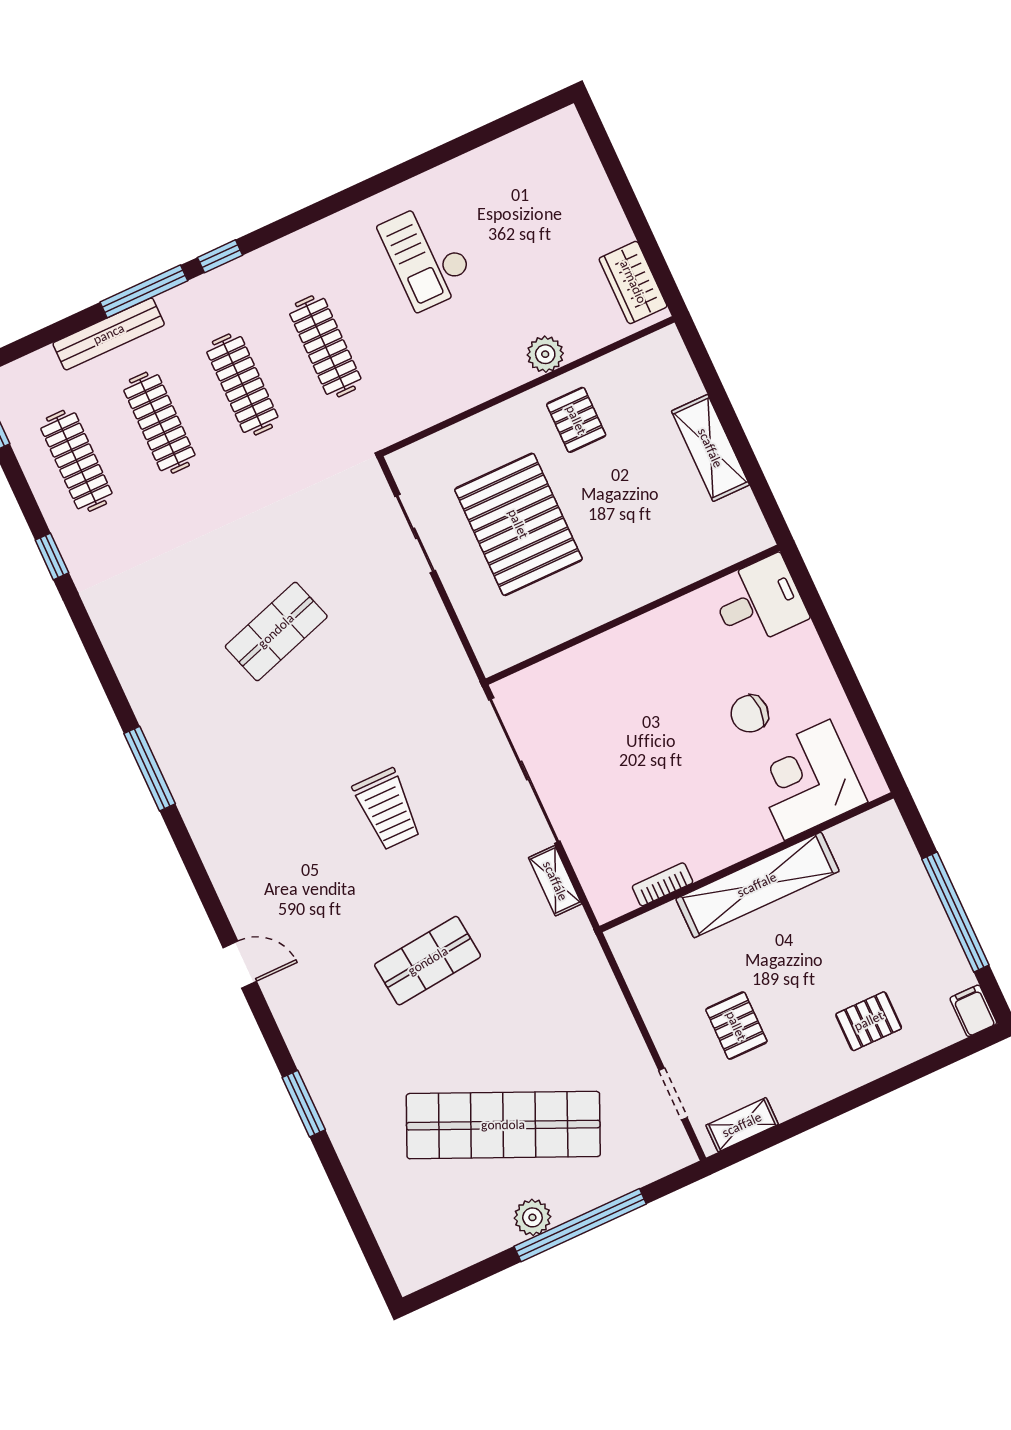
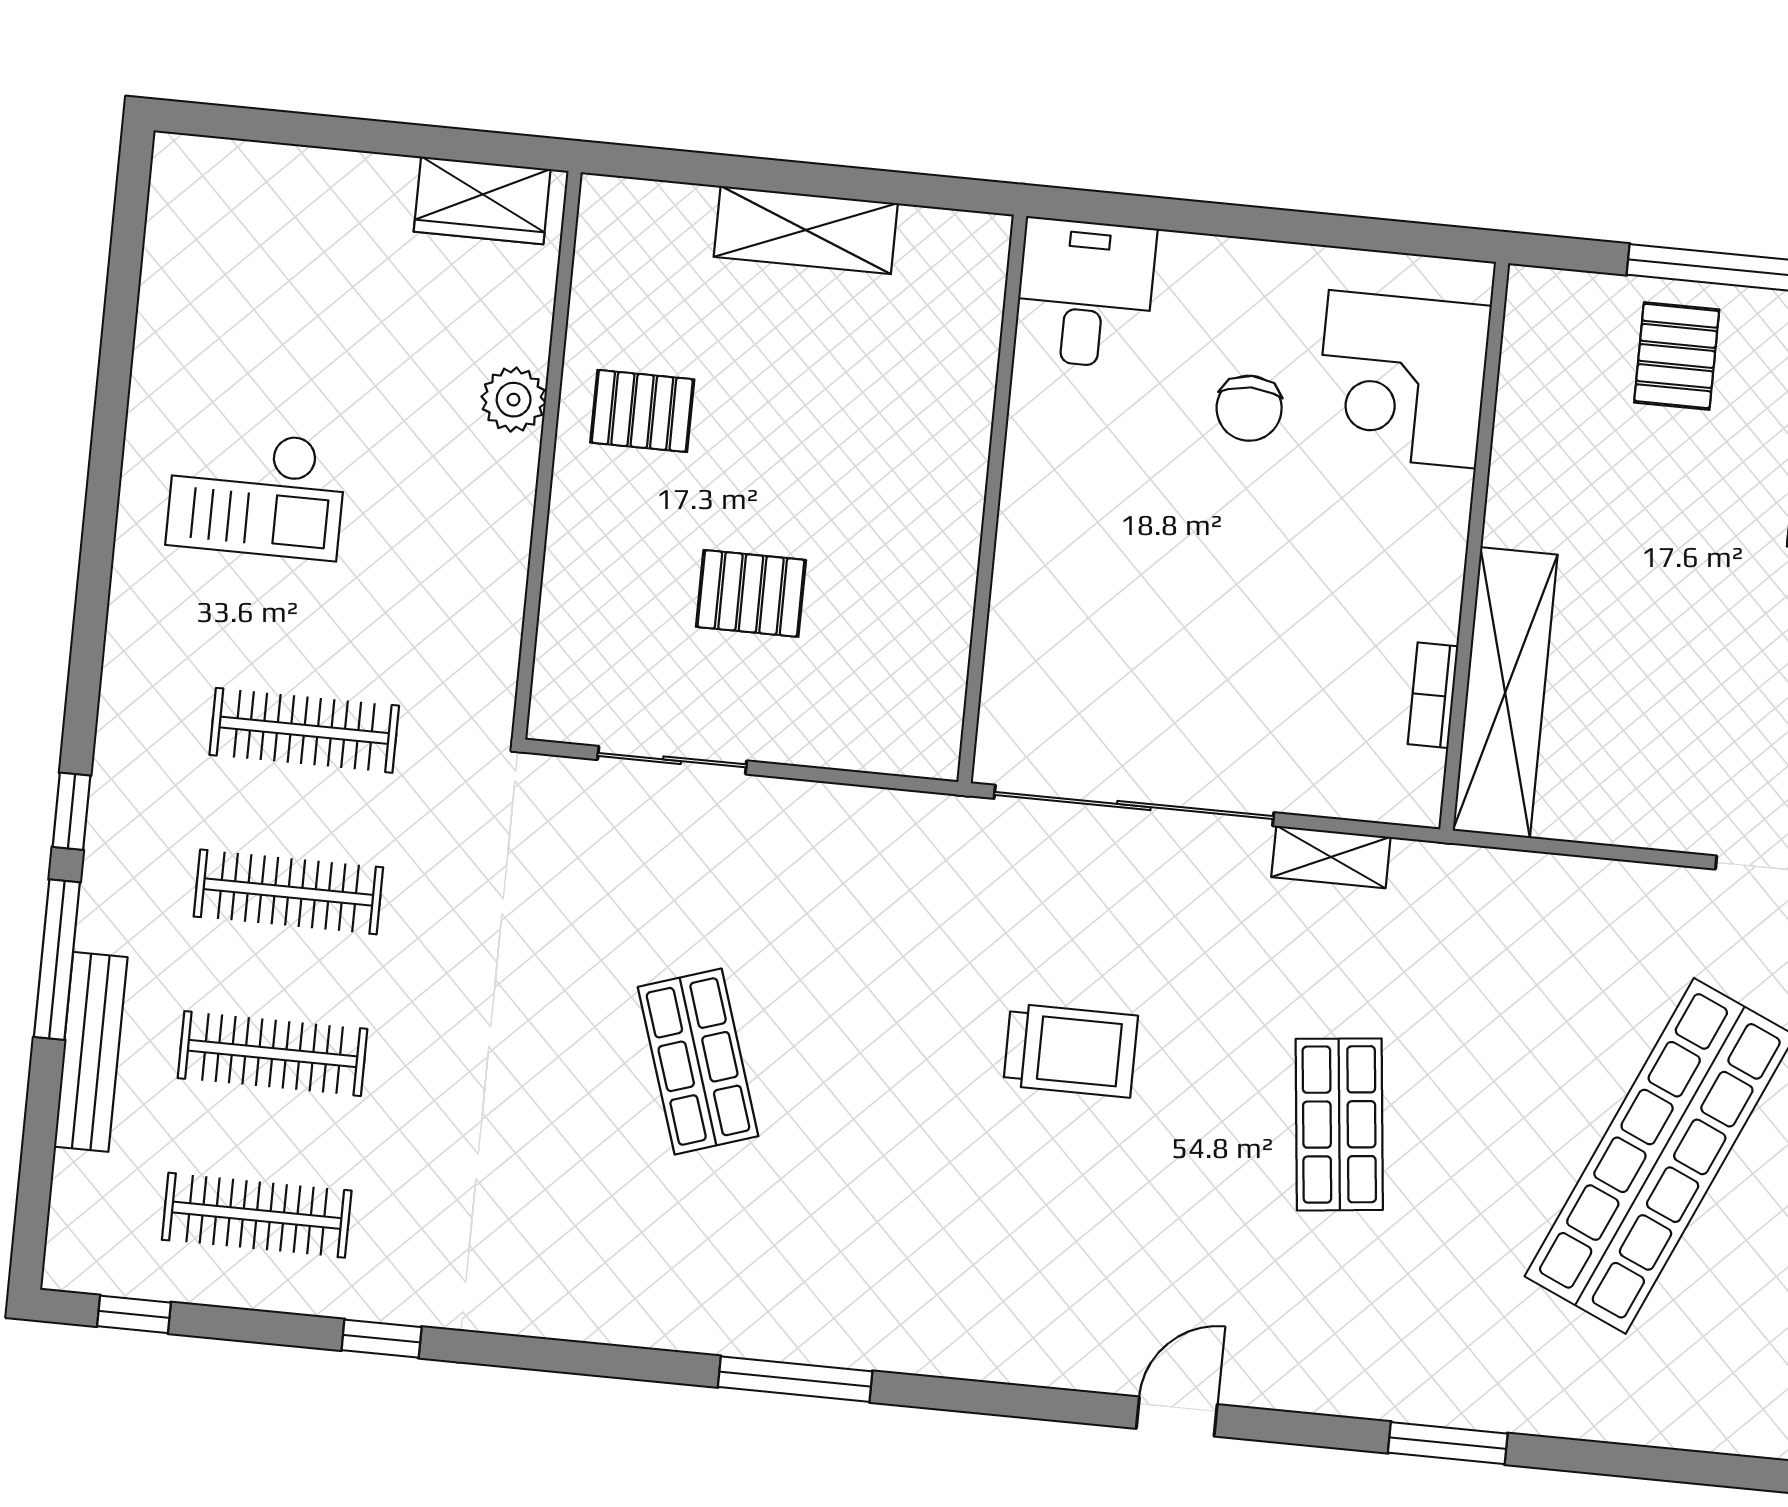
pallet: (518, 524) -> (751, 593), width x0.49, depth x0.50
shelving: (757, 885) -> (1505, 693), moved
pallet: (736, 1026) -> (1677, 356), moved, turned 90

